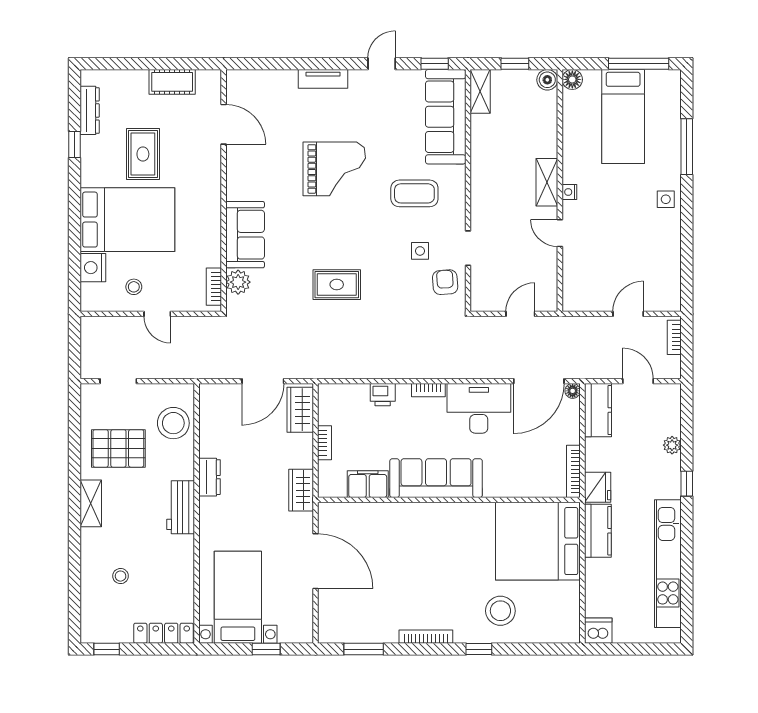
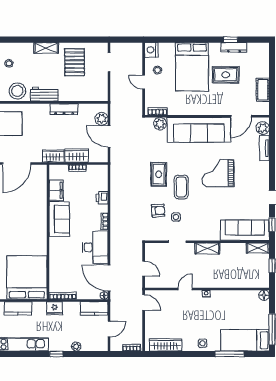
tv unit: (323, 79) -> (264, 148), moved
boiler: (547, 80) -> (264, 282), removed
plant: (247, 82) -> (263, 128), added
dresser: (90, 110) -> (234, 47), moved
bed: (623, 117) -> (245, 340), moved
grand piano: (334, 169) -> (218, 173), turned 90
shelving: (547, 182) -> (207, 248), moved
coffee table: (414, 193) -> (181, 187), moved
sofa: (245, 235) -> (199, 130), width x1.85, depth x1.27
nightstand: (93, 268) -> (151, 50), moved, turned -90
wardrobe: (669, 271) -> (166, 345), added
armchair: (445, 282) -> (158, 211), moved
door: (157, 314) -> (144, 82), hinge flipped
door: (628, 314) -> (144, 303), moved
plant: (229, 396) -> (102, 119), added
wardrobe: (300, 410) -> (76, 156), moved
stool: (173, 423) -> (17, 91), moved
dresser: (210, 477) -> (64, 109), width x1.44
sofa: (436, 478) -> (59, 219), width x0.73
kitchen counter: (598, 531) -> (18, 308), moved

